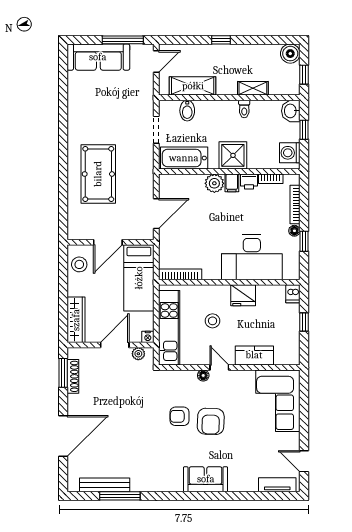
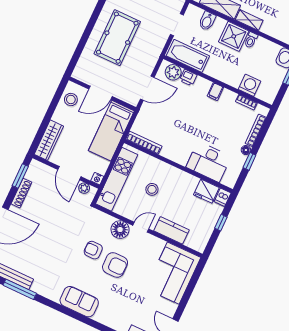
shelving: (253, 88) -> (249, 20), moved
washing machine: (290, 153) -> (249, 85), moved, turned 90
shower: (233, 155) -> (234, 36), moved
printer: (249, 181) -> (188, 78), moved
plant: (214, 183) -> (173, 72), moved
desk: (252, 257) -> (209, 162), width x0.73, depth x0.77
fridge: (243, 295) -> (206, 191), moved
door: (115, 345) -> (69, 173), swing flipped
door: (219, 367) -> (141, 227), hinge flipped
floor lamp: (203, 375) -> (120, 230), width x1.89, depth x1.89
shoe rack: (73, 376) -> (21, 193), moved
armchair: (211, 421) -> (115, 265), turned -92
sofa: (206, 479) -> (79, 302), moved

